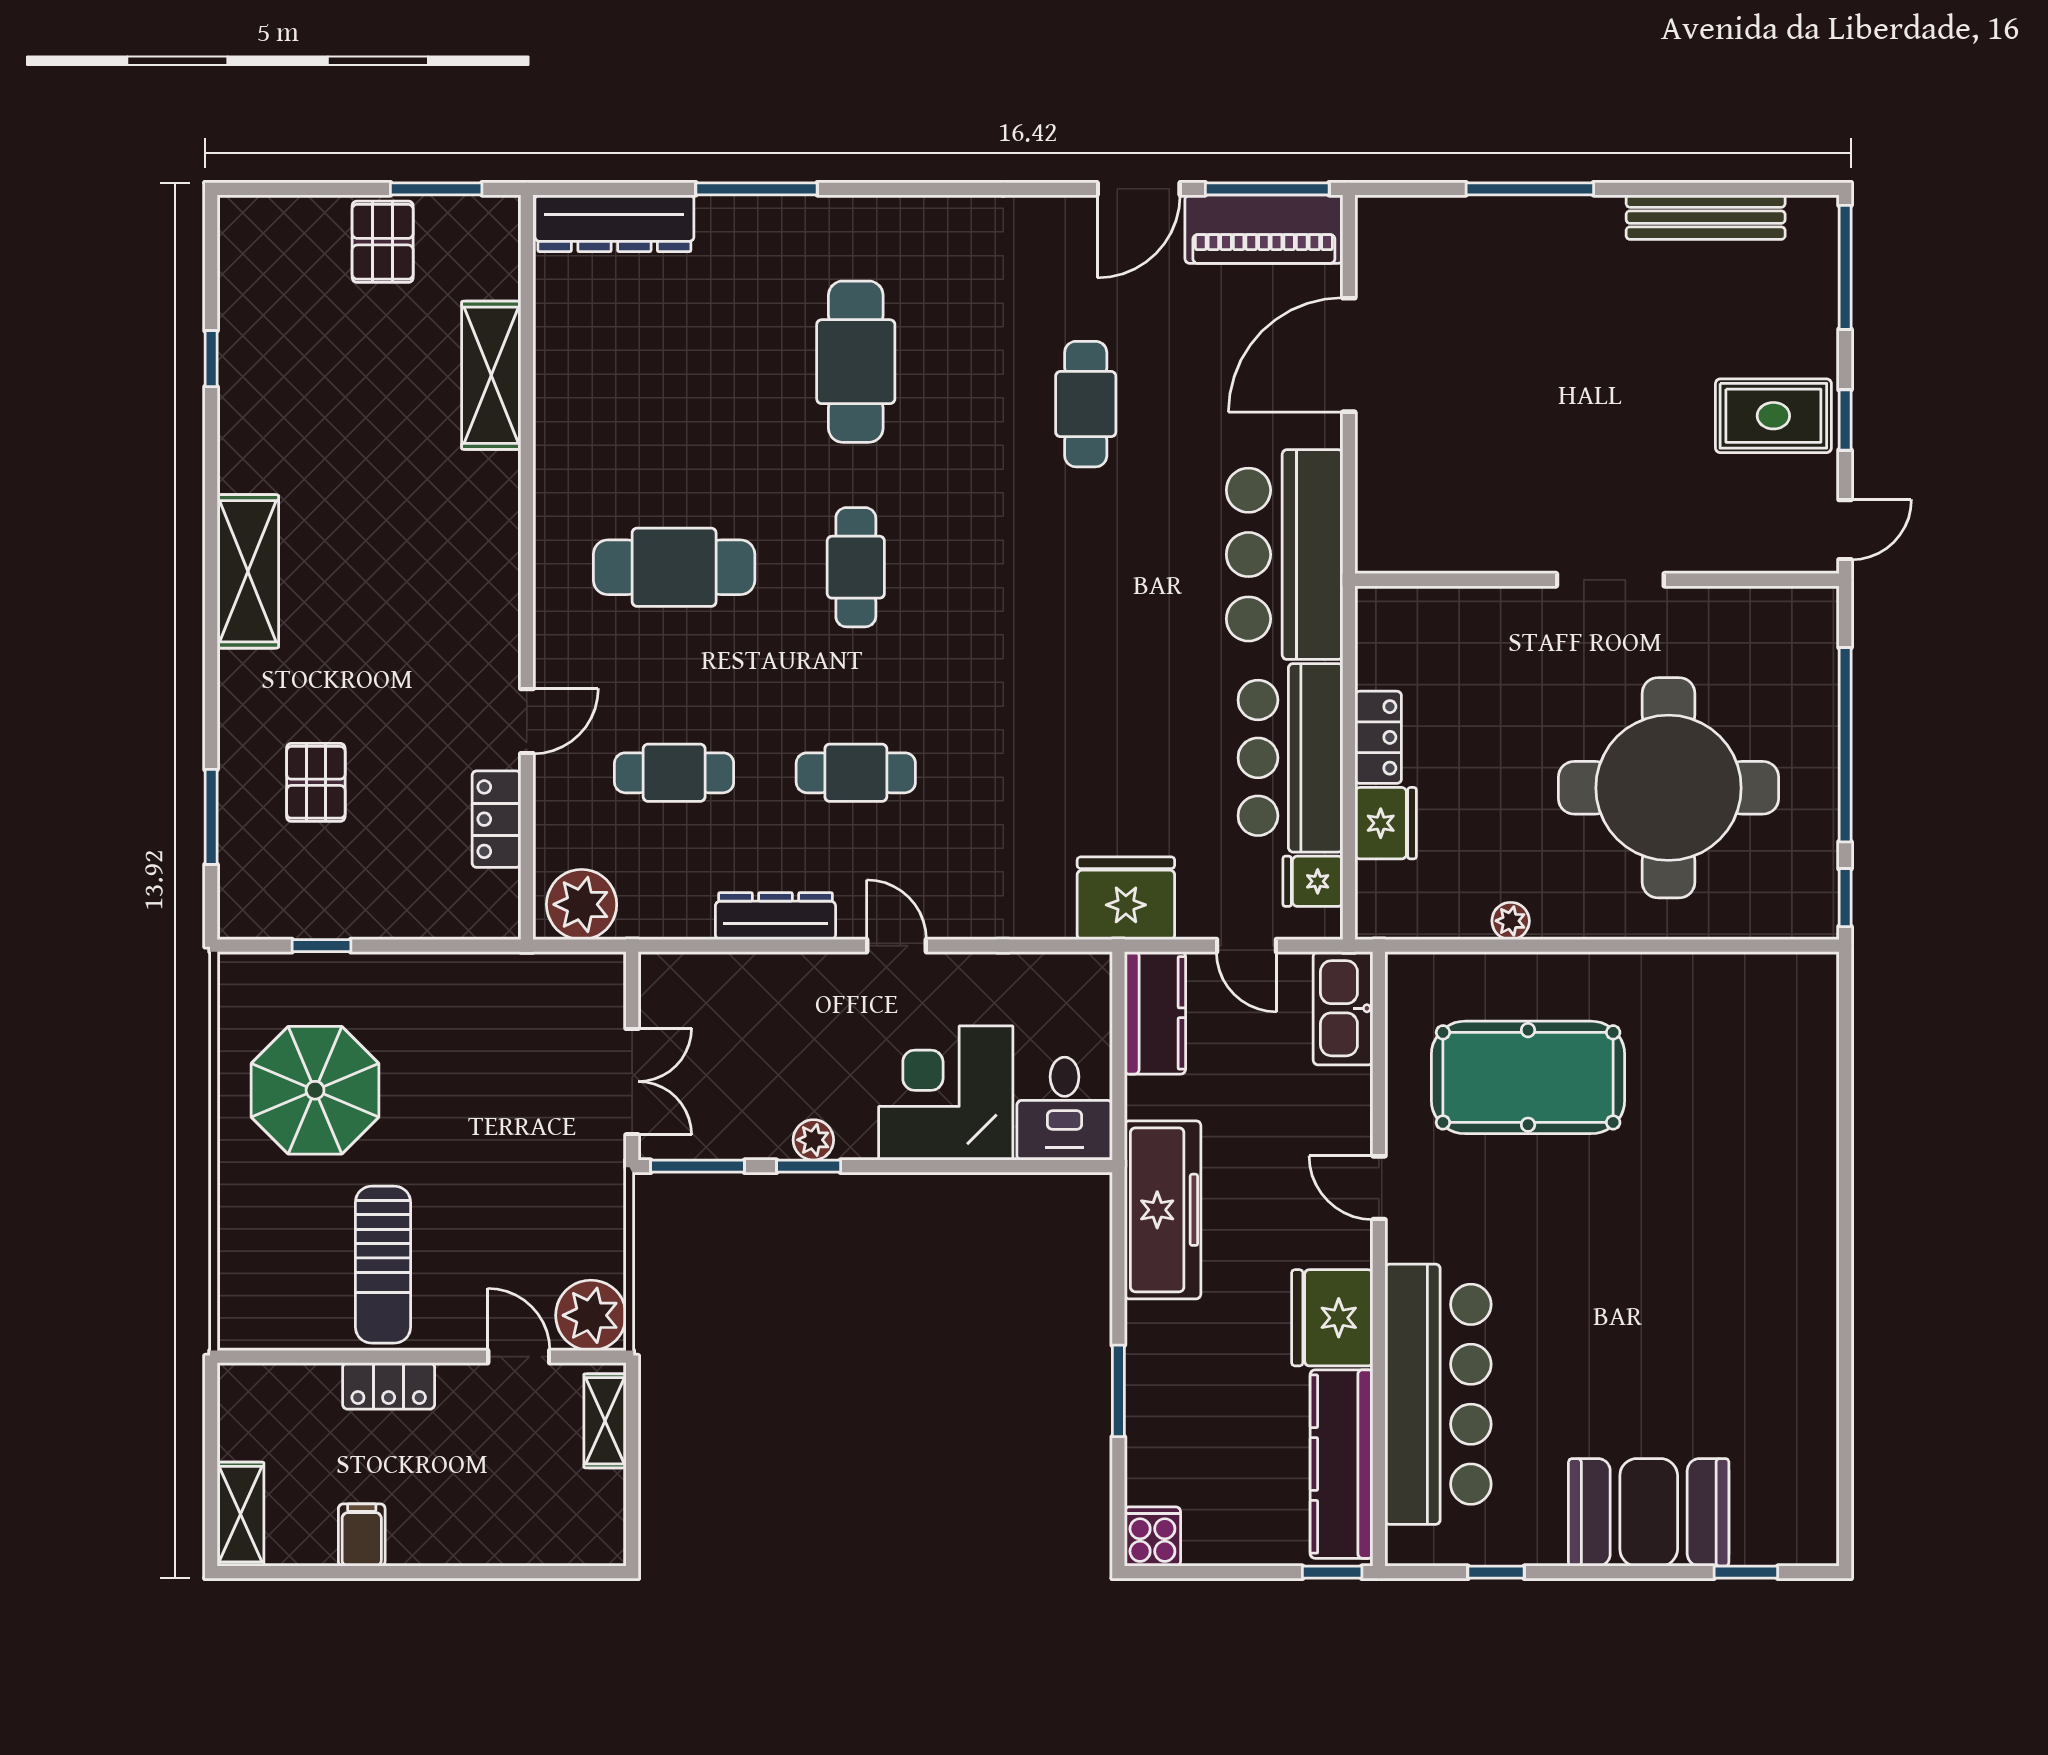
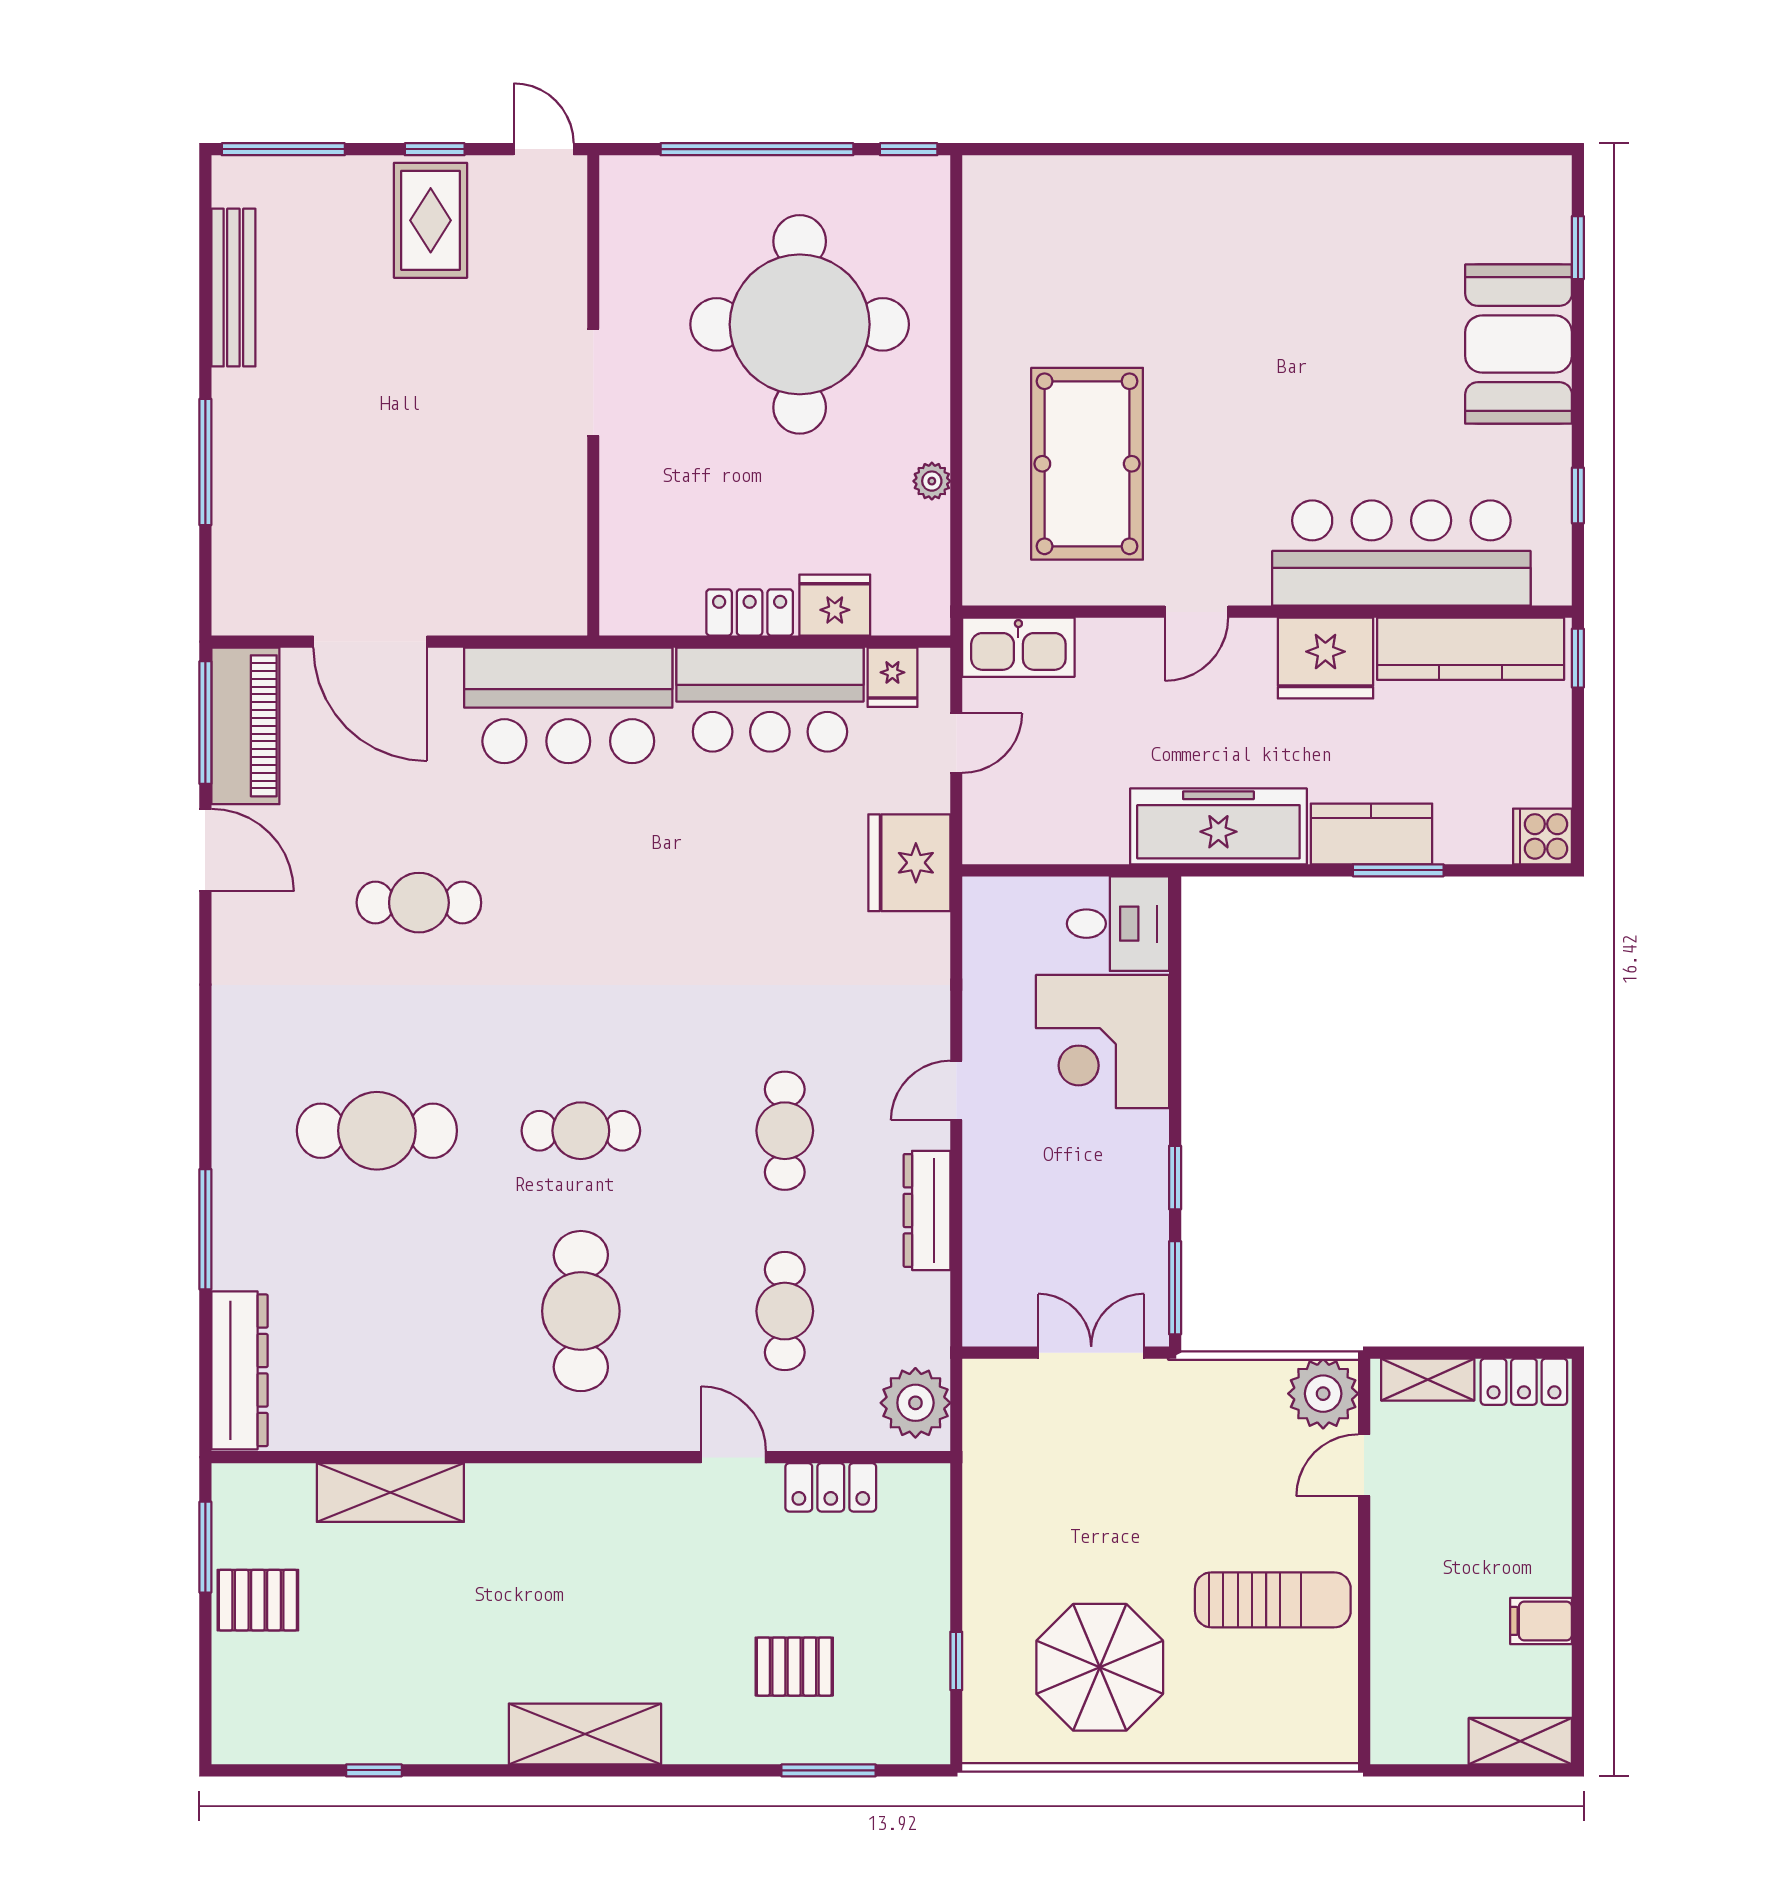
kitchen counter: (1155, 1013) -> (1371, 834), moved
plant: (813, 1140) -> (1149, 1173), removed
locker: (389, 1386) -> (1524, 1382), moved, turned 90

